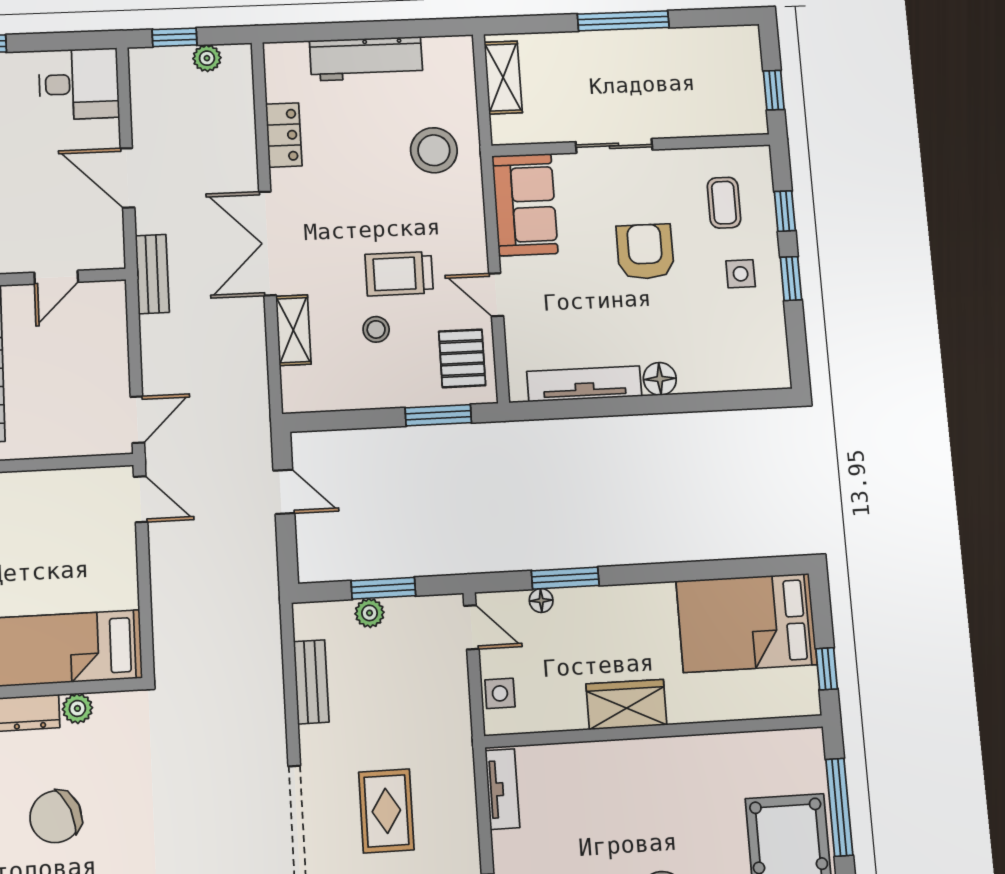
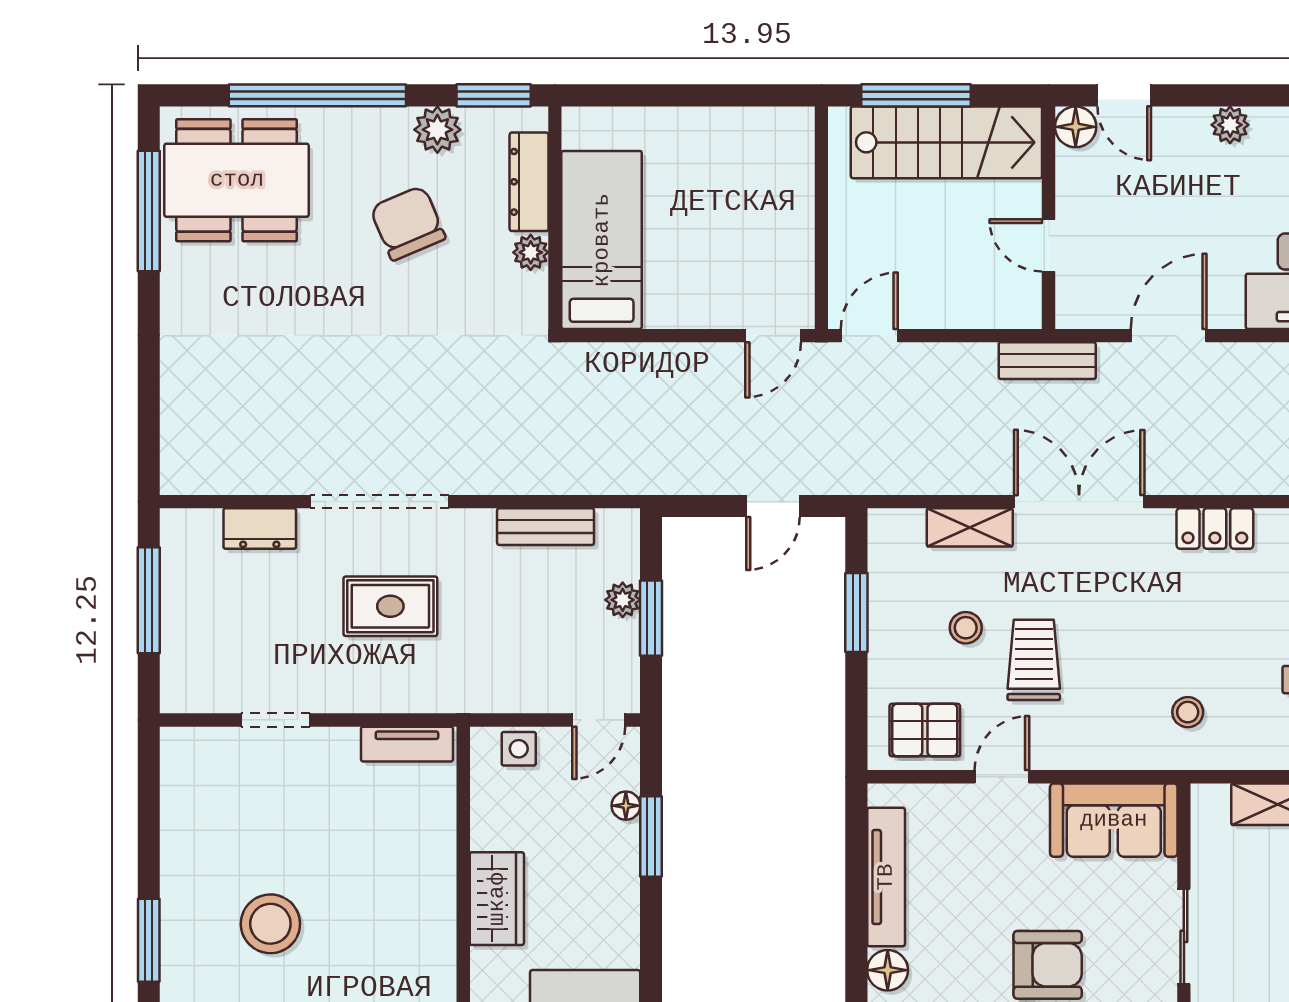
stool: (434, 150) -> (1188, 712), width x0.53, depth x0.53
window: (438, 415) -> (856, 613), moved
door: (137, 420) -> (869, 336), swing flipped

